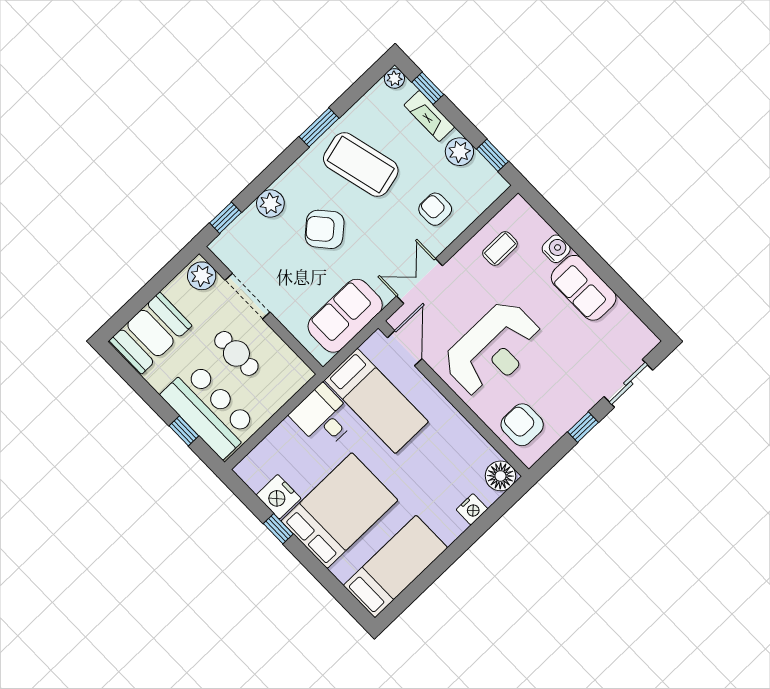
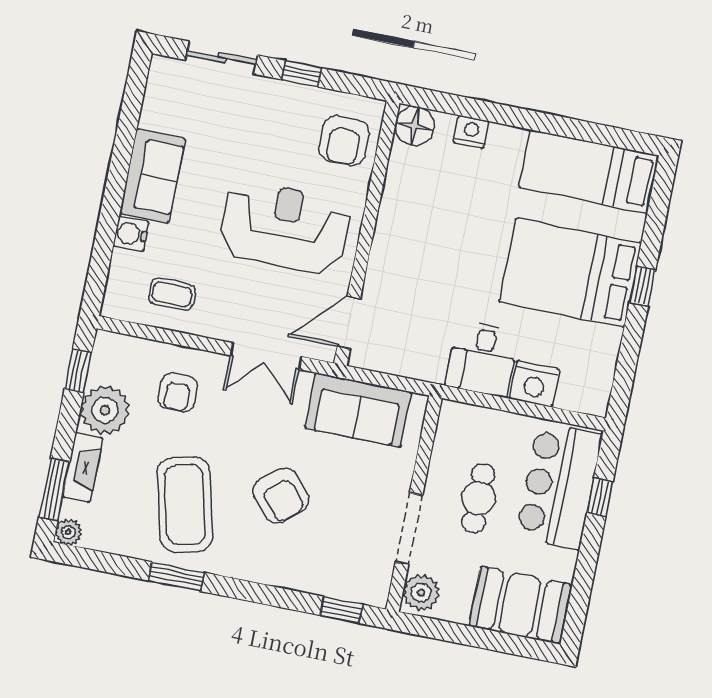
window: (428, 88) -> (54, 489), width x1.50
plant: (459, 152) -> (105, 410), width x1.36, depth x1.36
plant: (270, 203) -> (293, 572), removed
bed: (376, 401) -> (426, 314), removed
nightstand: (279, 497) -> (534, 384), moved, turned 90
window: (278, 529) -> (642, 286), moved

